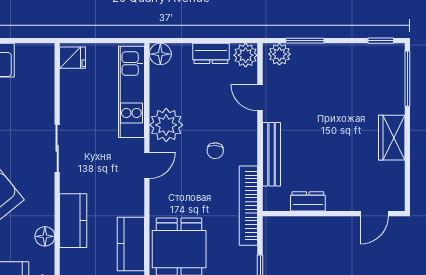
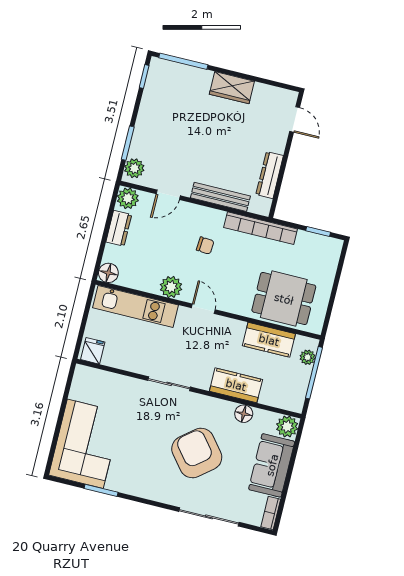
plant: (166, 125) -> (171, 287), width x0.73, depth x0.73
dresser: (308, 201) -> (270, 175), width x1.44

